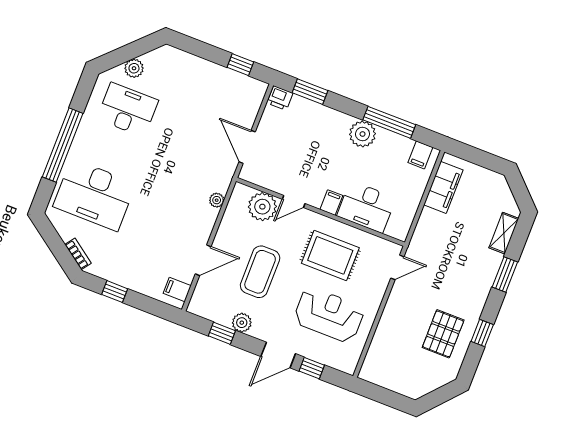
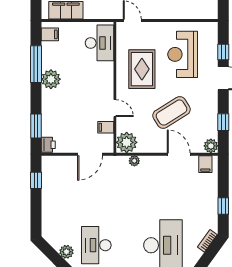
filing cabinet: (331, 203) -> (106, 127), moved
plant: (262, 207) -> (127, 142), moved
desk: (366, 207) -> (99, 43), moved
coffee table: (260, 272) -> (171, 113), turned -32
plant: (242, 323) -> (211, 146), moved

